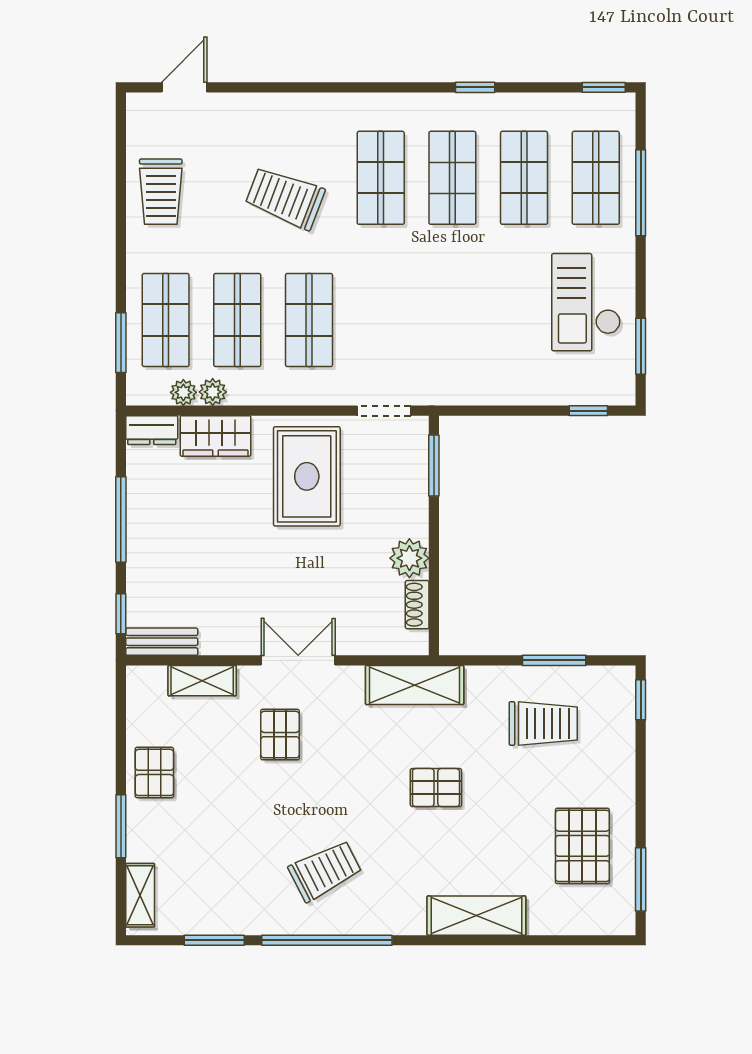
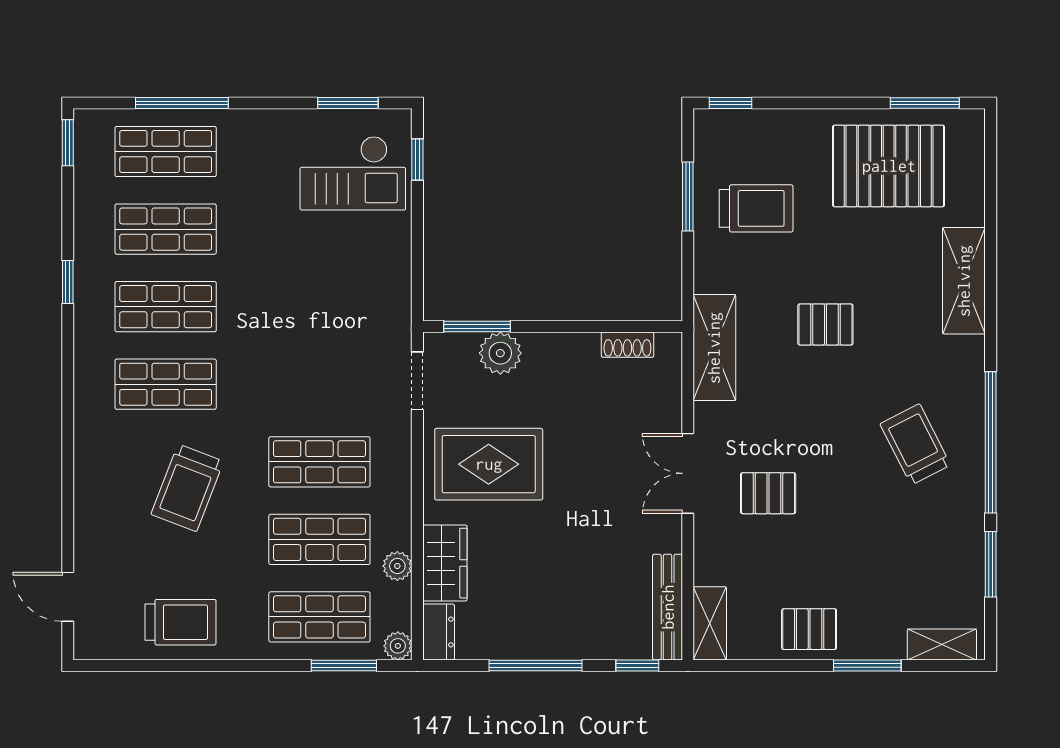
checkout: (586, 302) -> (353, 173), moved
plant: (183, 392) -> (398, 646), moved
plant: (409, 558) -> (500, 353), moved
bench: (162, 642) -> (668, 607), width x1.36
shelving: (202, 681) -> (710, 623), moved
trolley: (543, 723) -> (756, 208), turned 90
pallet: (436, 788) -> (825, 324), turned 90
pallet: (582, 846) -> (889, 166), width x1.37, depth x1.41

